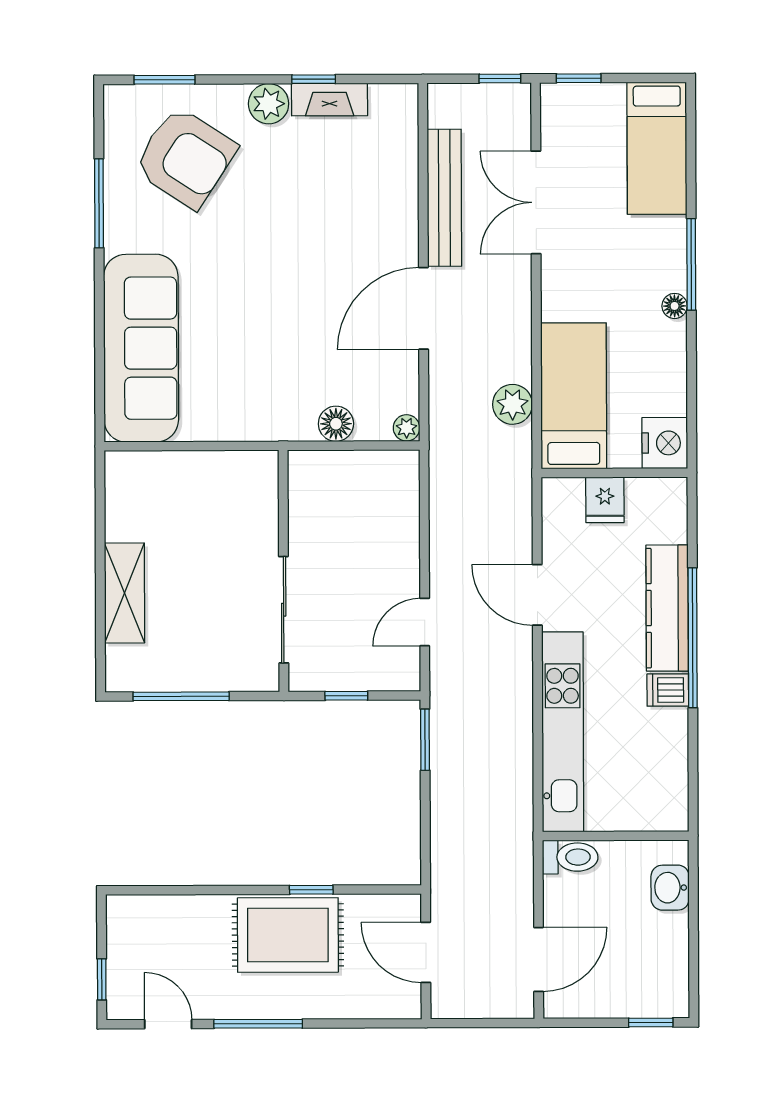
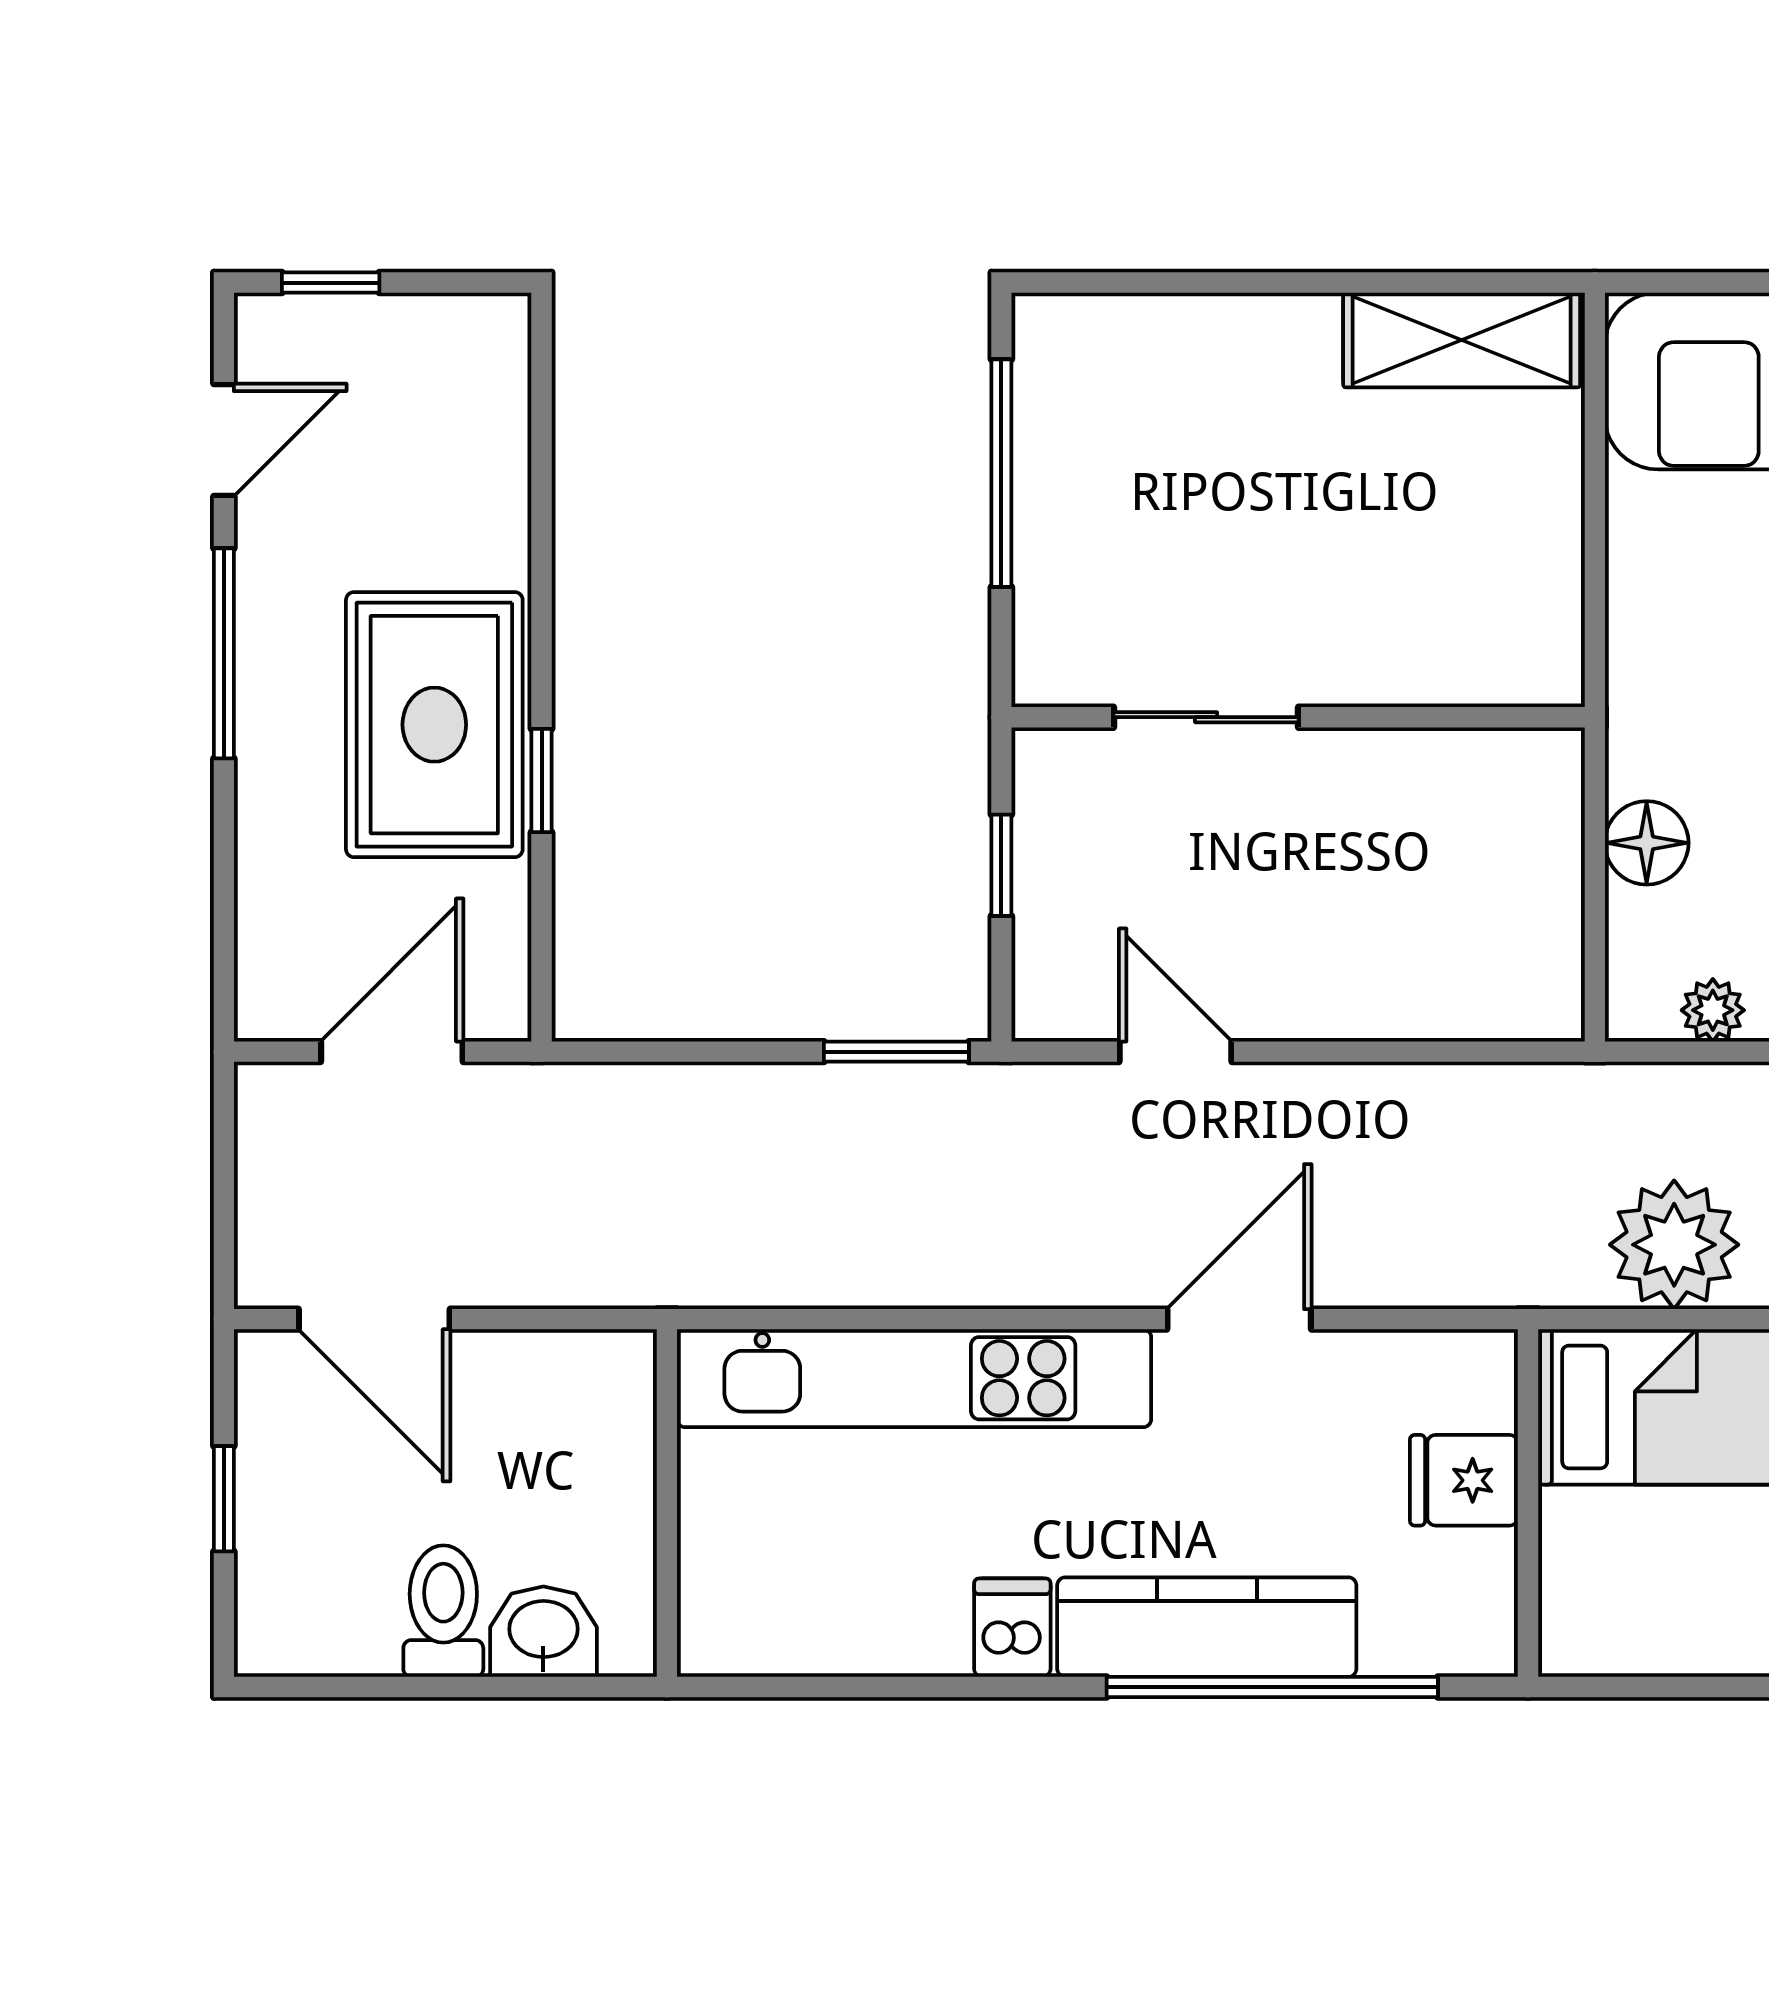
plant: (513, 404) -> (1674, 1245), width x1.36, depth x1.36
plant: (407, 428) -> (1713, 1010), moved
nightstand: (665, 443) -> (1598, 1623), removed
shelving: (125, 593) -> (1462, 340), moved
sliding door: (284, 610) -> (1206, 717), width x0.73
window: (693, 638) -> (1272, 1687), moved
toilet: (570, 857) -> (443, 1611), moved, turned 180
window: (651, 1022) -> (224, 1499), moved

